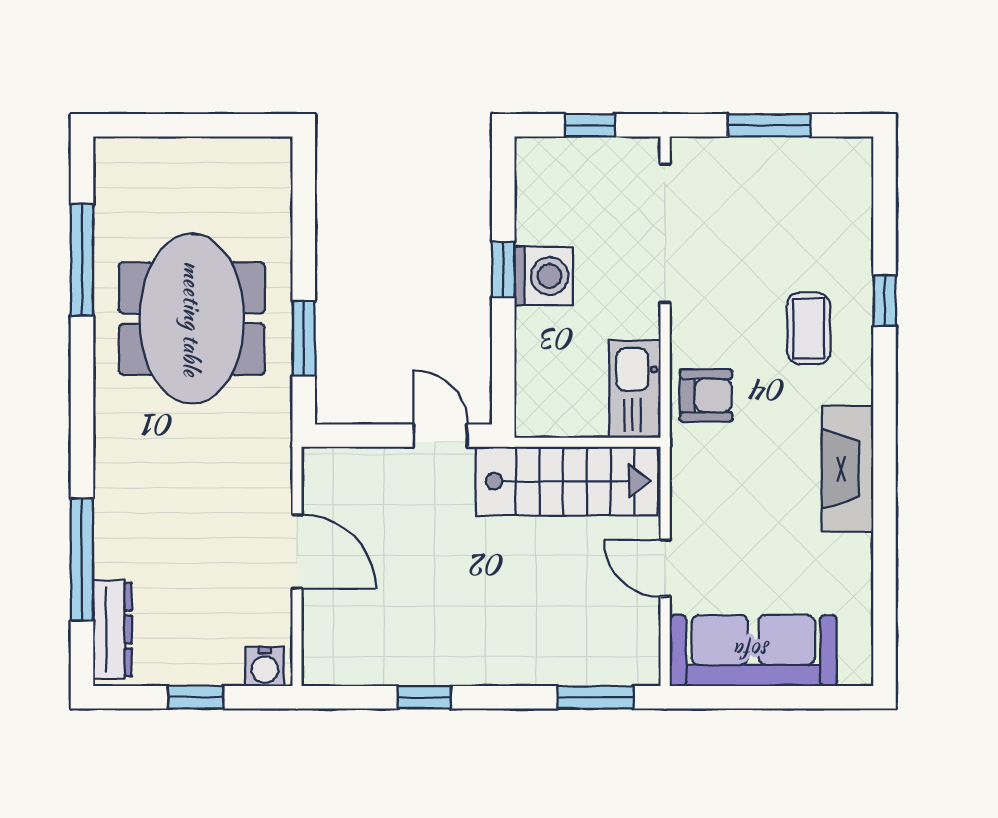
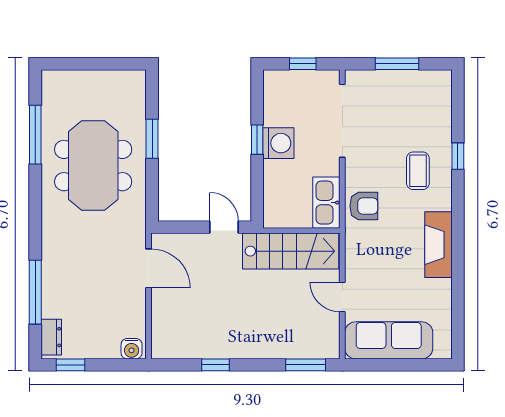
window: (304, 338) -> (152, 139), moved
door: (297, 552) -> (149, 268), moved
dresser: (112, 629) -> (51, 337), width x0.70
window: (196, 697) -> (70, 365), moved

